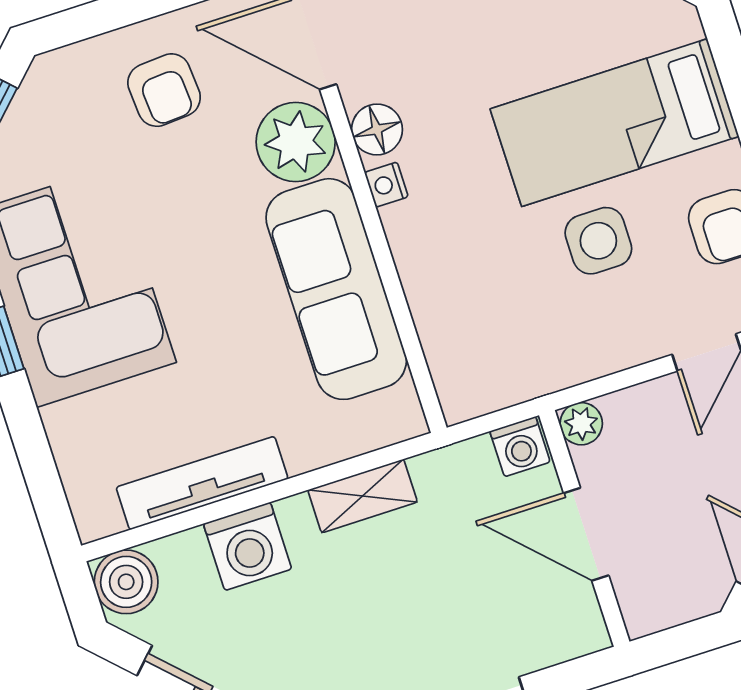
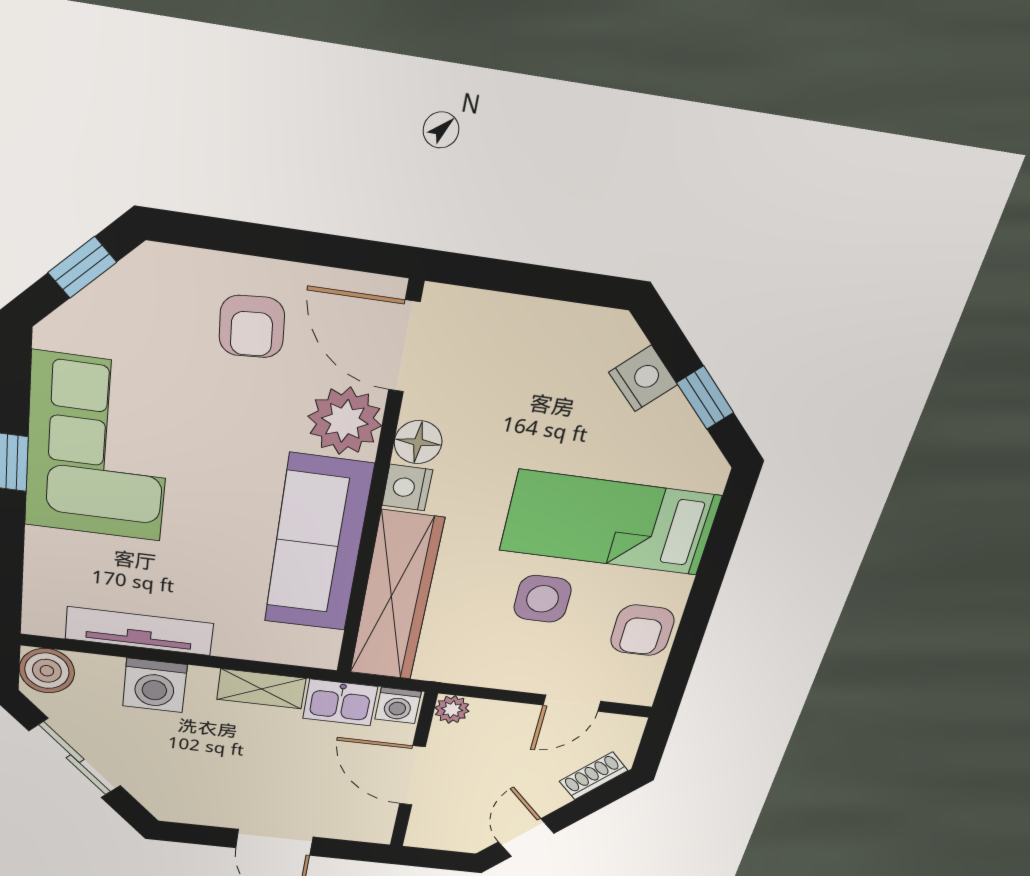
nightstand: (386, 185) -> (407, 488), width x1.39, depth x1.35
wardrobe: (447, 312) -> (396, 597), added
kitchen sink: (456, 473) -> (340, 703), added

